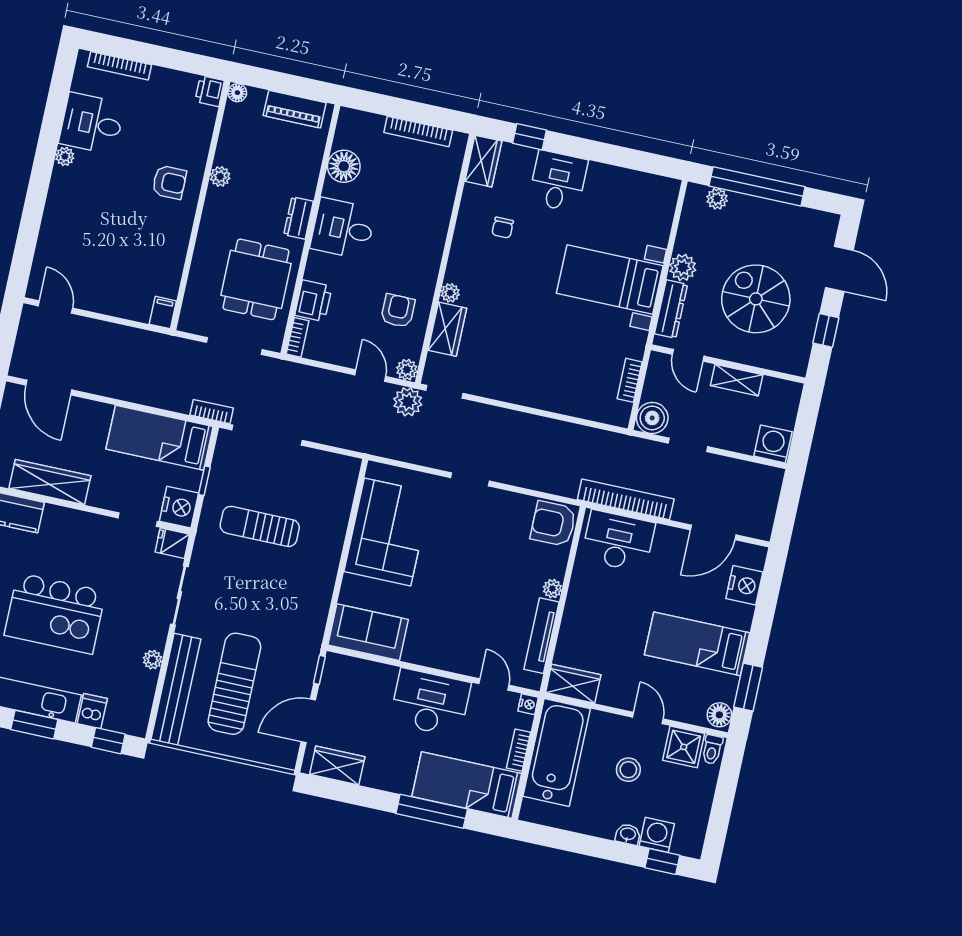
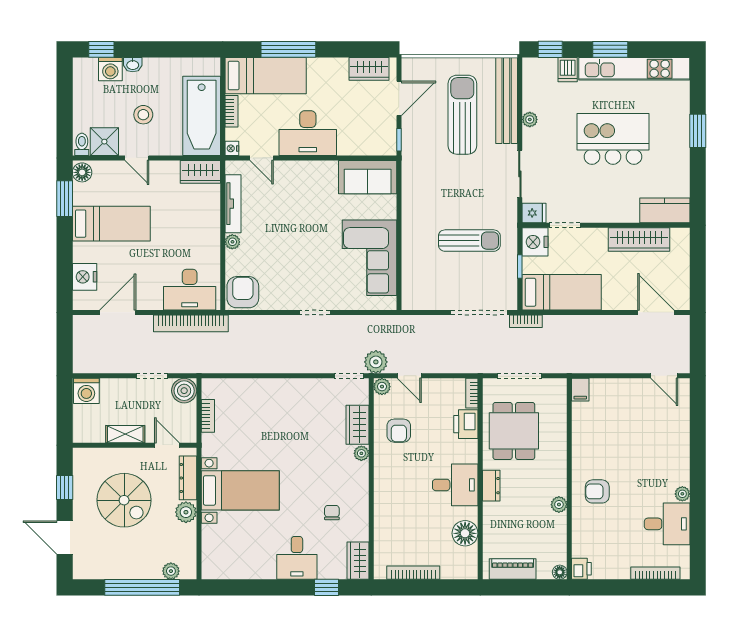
armchair: (553, 524) -> (243, 292), turned -90
sun lounger: (234, 684) -> (462, 115), turned 180

